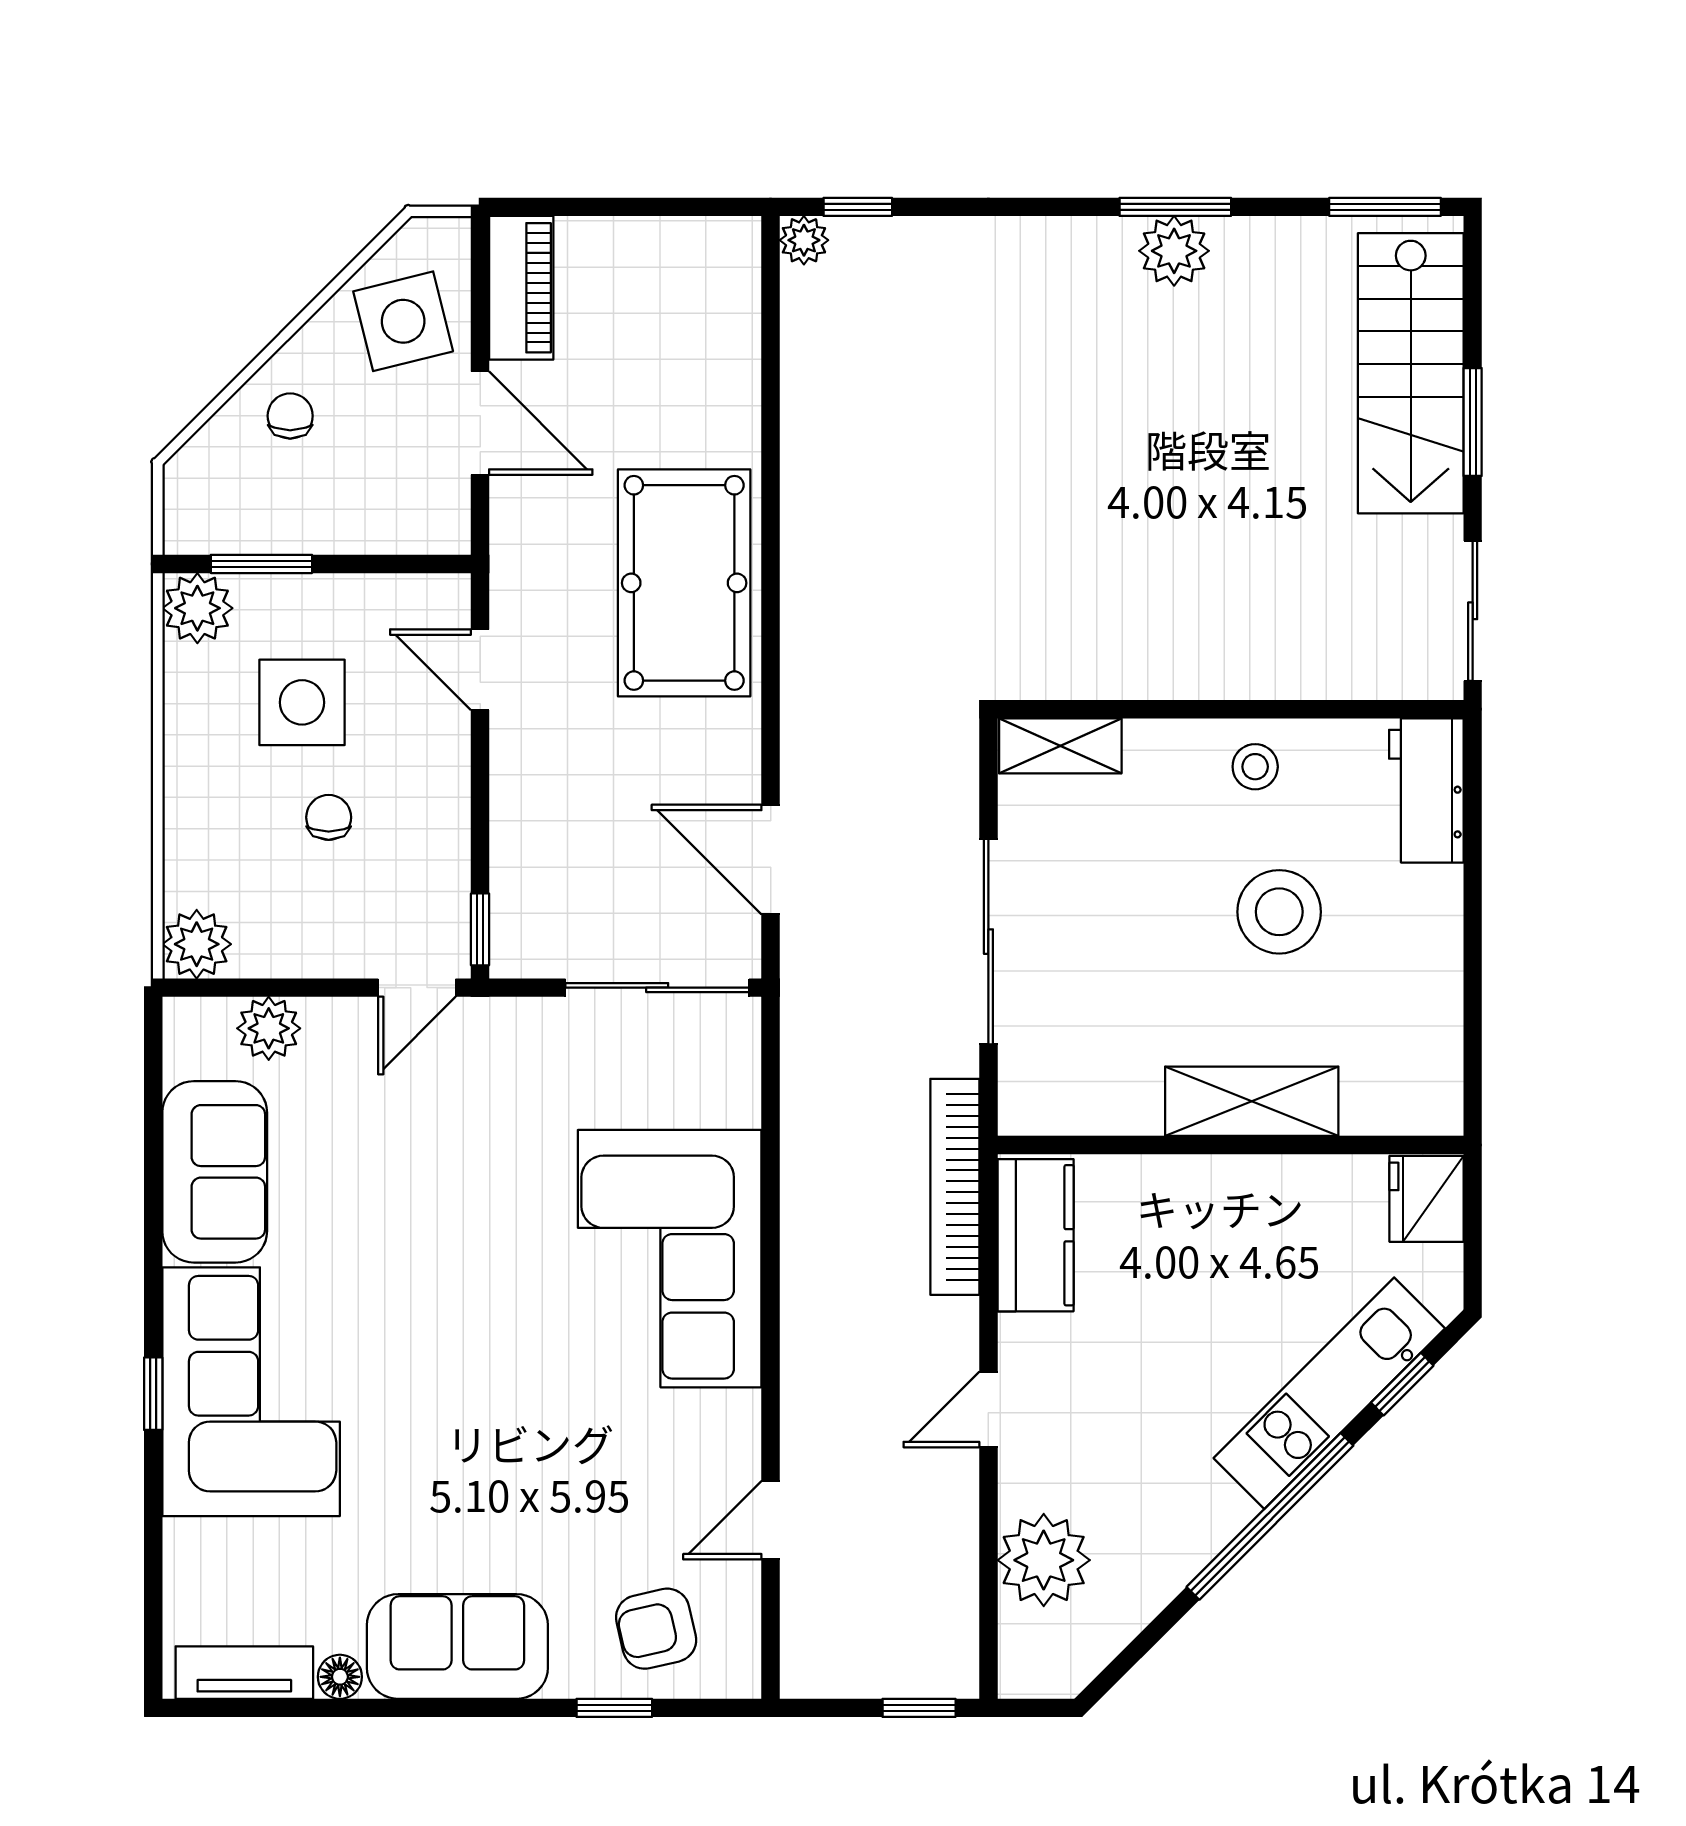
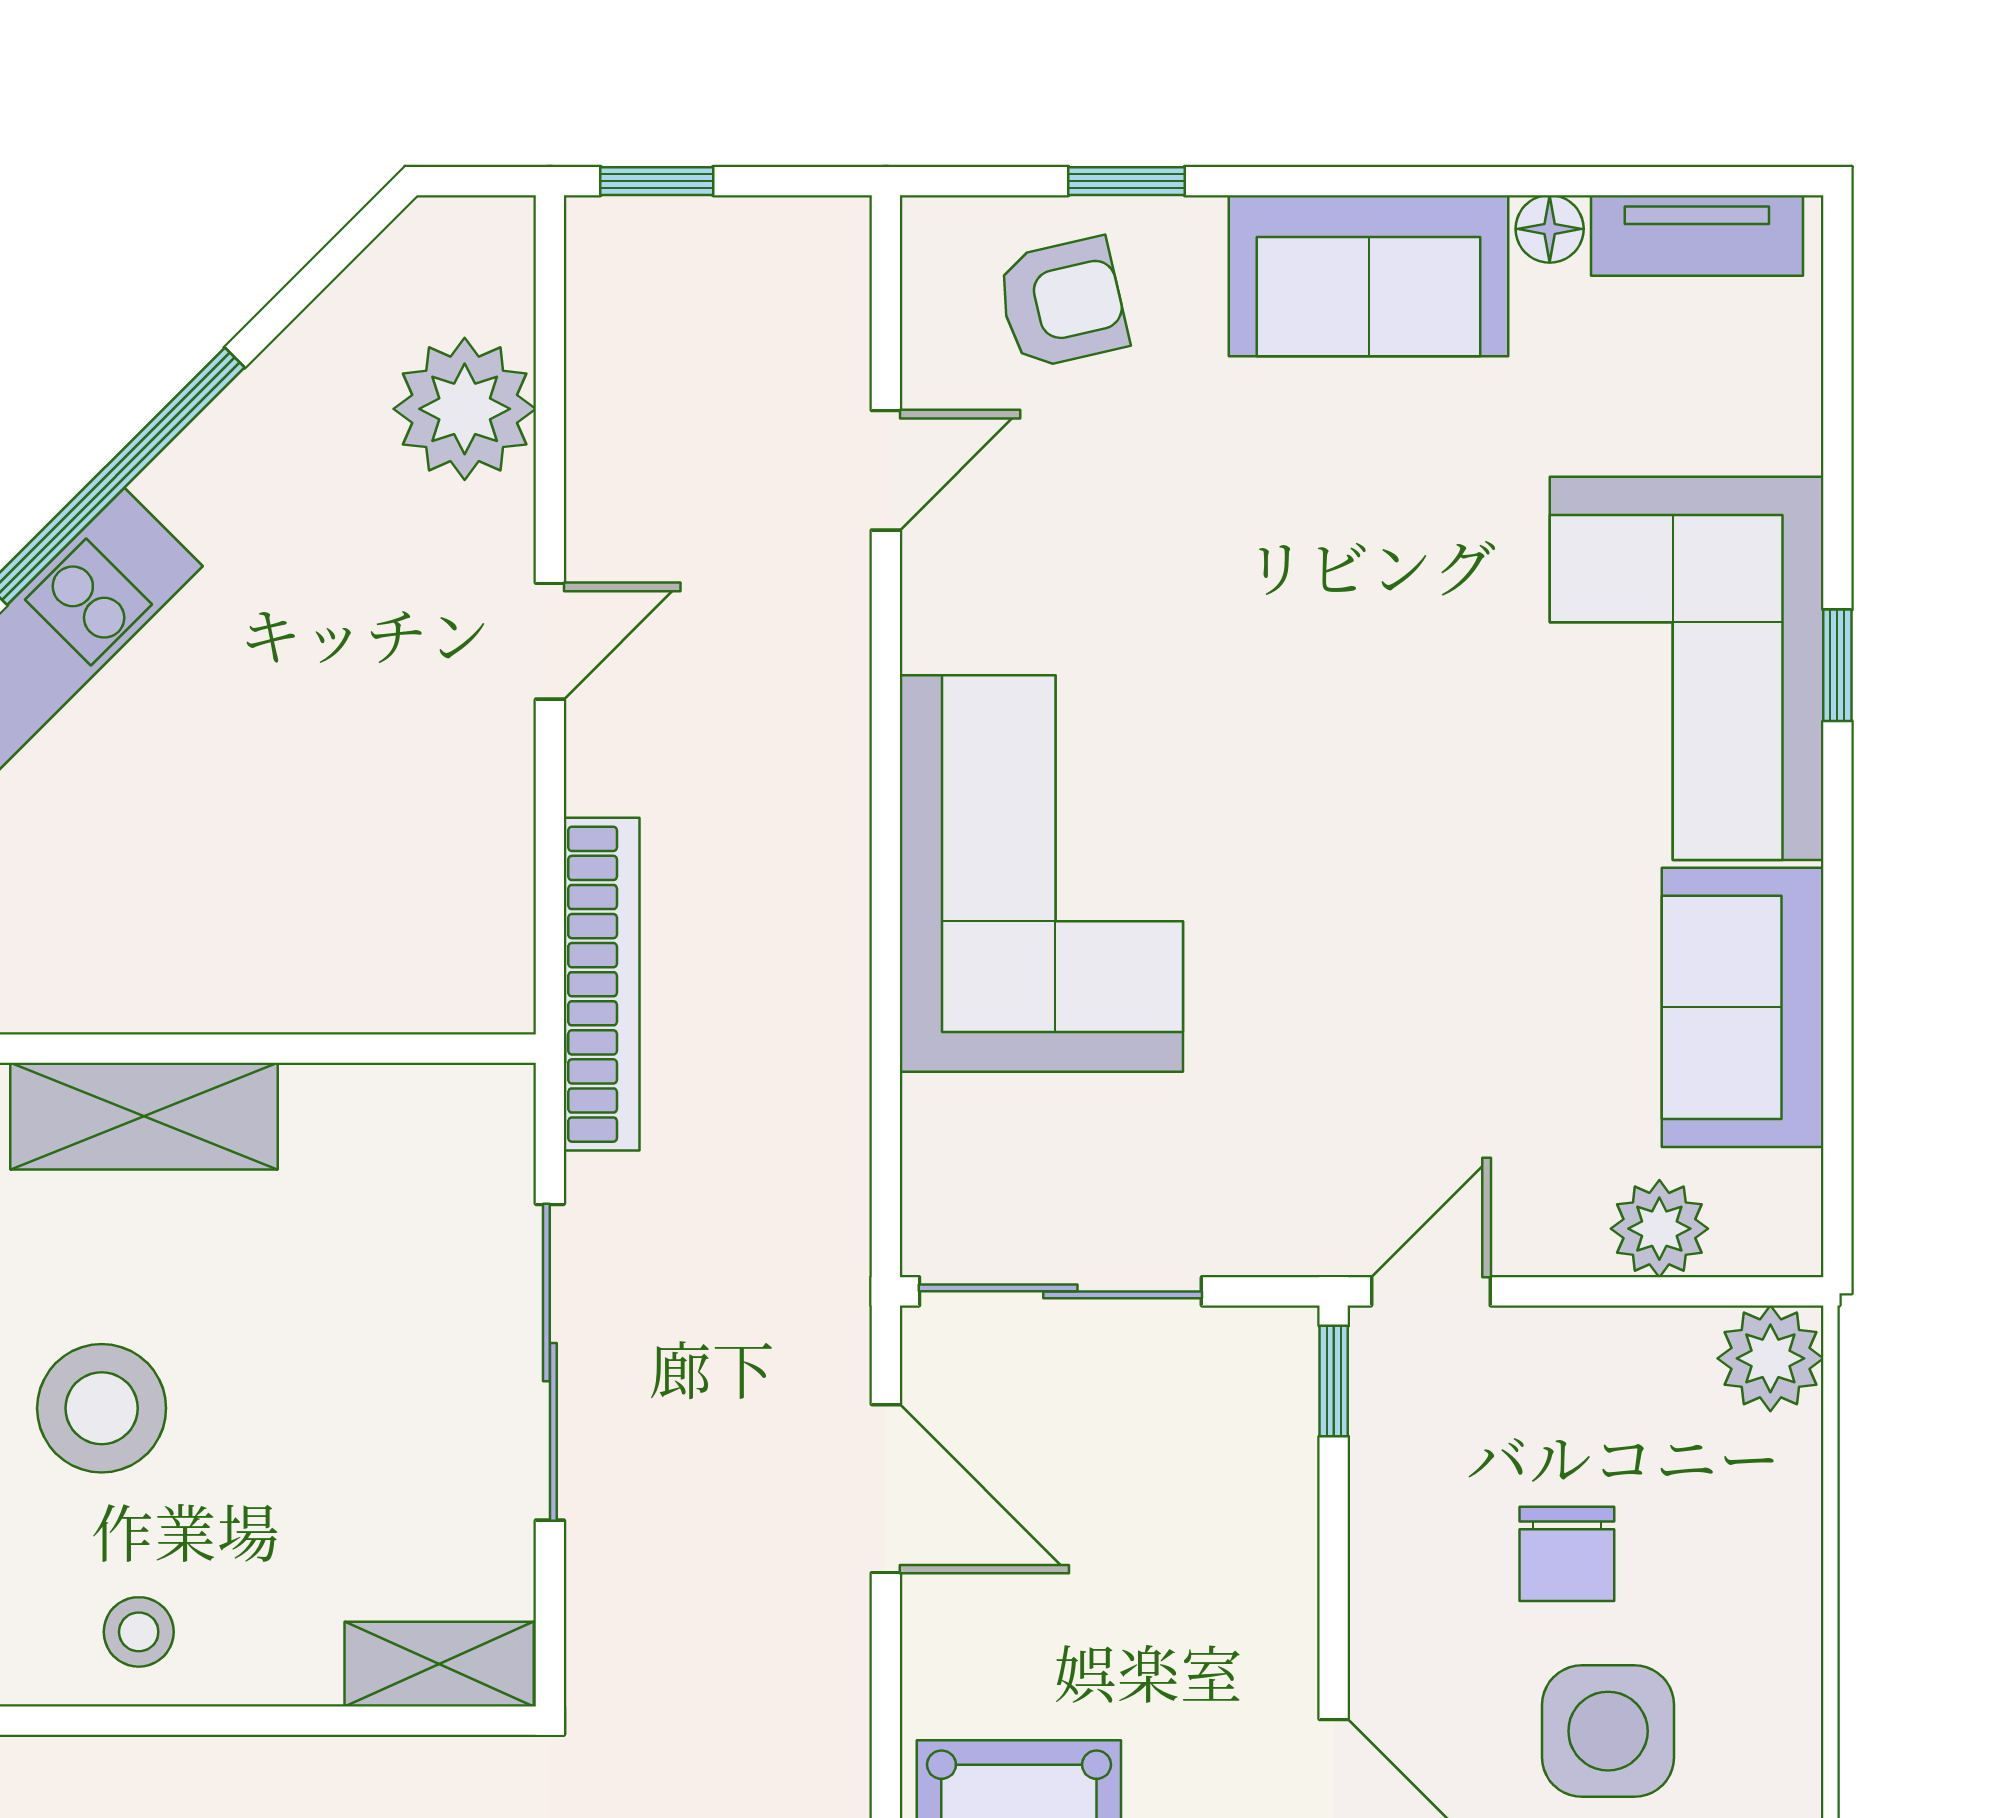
chair: (329, 817) -> (1567, 1554), width x1.37, depth x1.37
kitchen counter: (1036, 1235) -> (477, 910), removed

